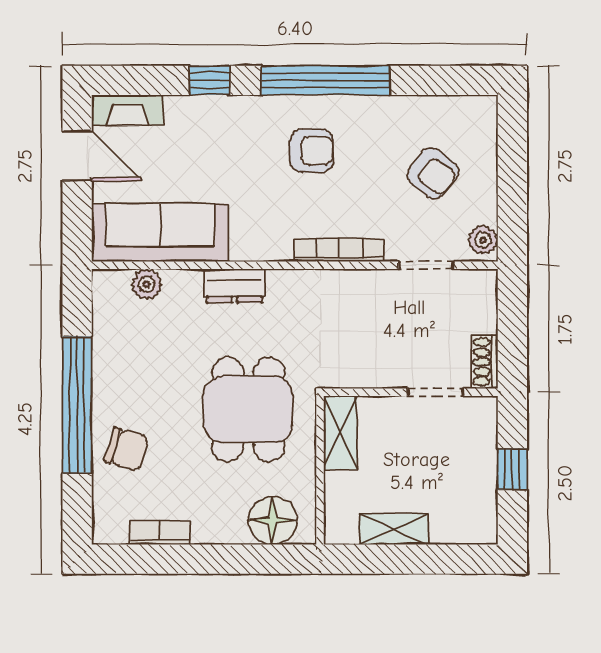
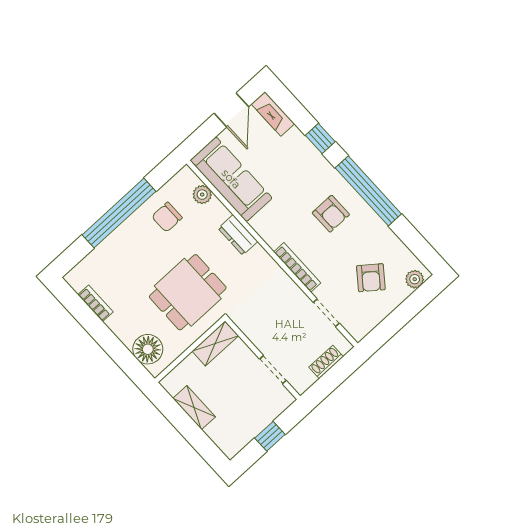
plant: (483, 240) -> (415, 279), moved
shoe rack: (485, 362) -> (326, 362), moved
chair: (127, 449) -> (167, 217), moved, turned 73

